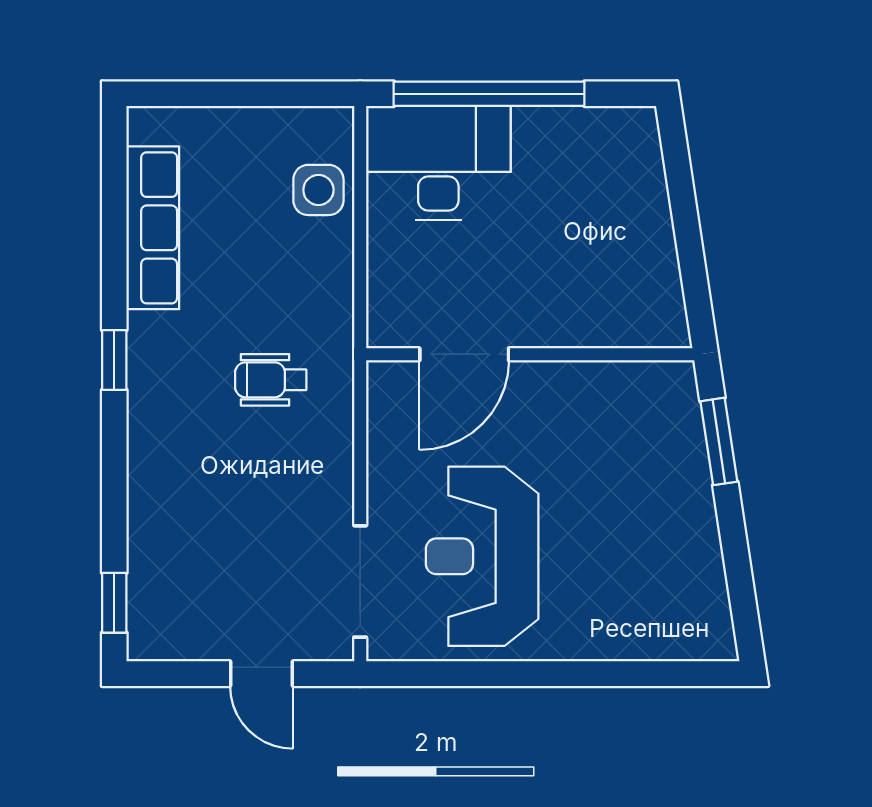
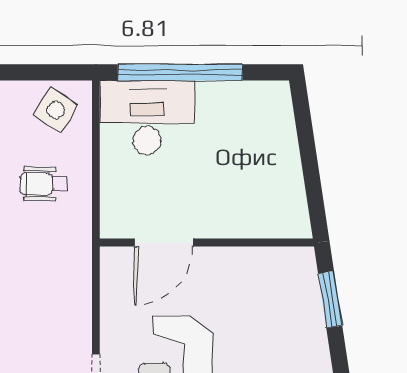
side table: (318, 190) -> (56, 110), moved, turned 33
wheelchair: (271, 380) -> (43, 184), moved

